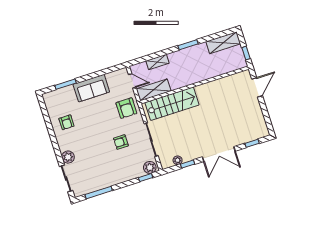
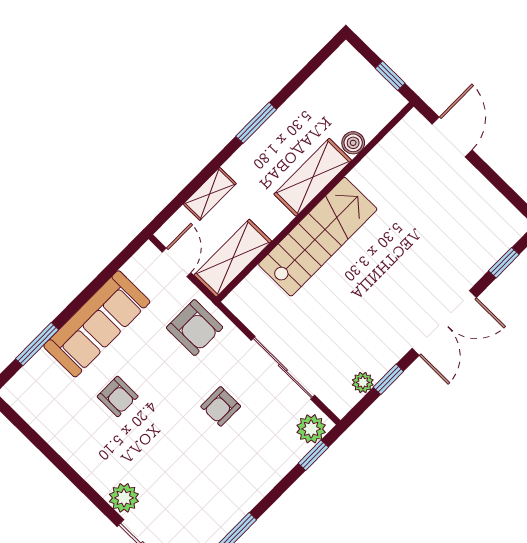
shelving: (223, 43) -> (313, 177), moved
boiler: (220, 71) -> (353, 143), added
door: (132, 81) -> (177, 262), hinge flipped
sofa: (91, 88) -> (97, 324), width x1.36
stairs: (172, 104) -> (318, 237), moved
armchair: (66, 122) -> (118, 396), moved

